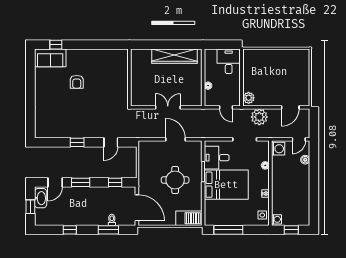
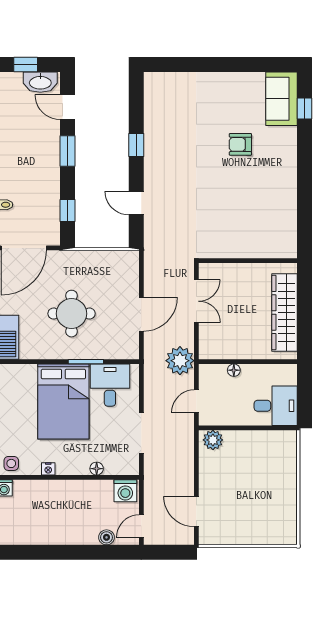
wall: (129, 77) -> (248, 261), moved
plant: (259, 117) -> (180, 361), moved
door: (299, 139) -> (141, 526), hinge flipped

